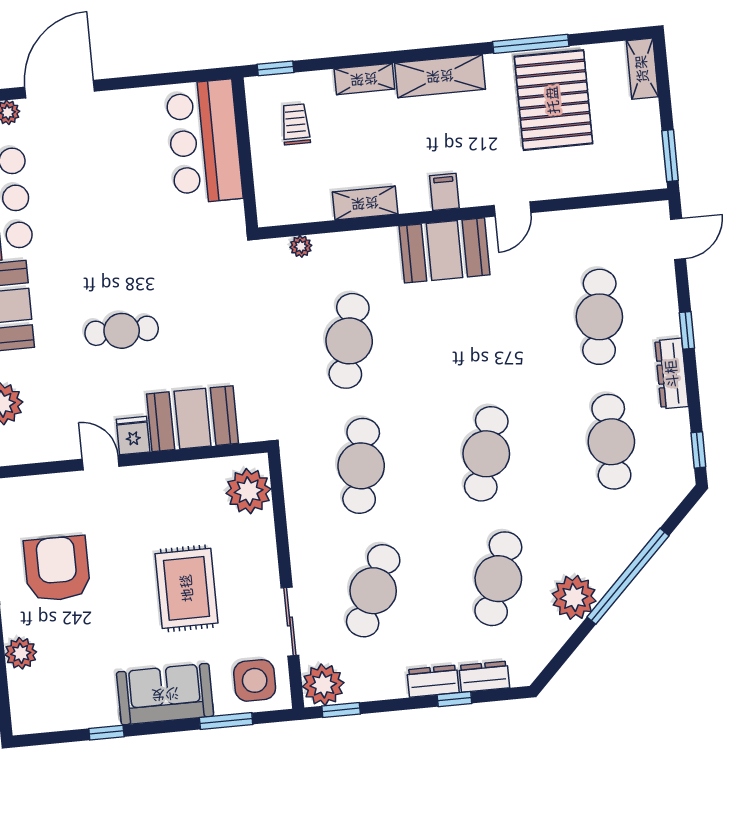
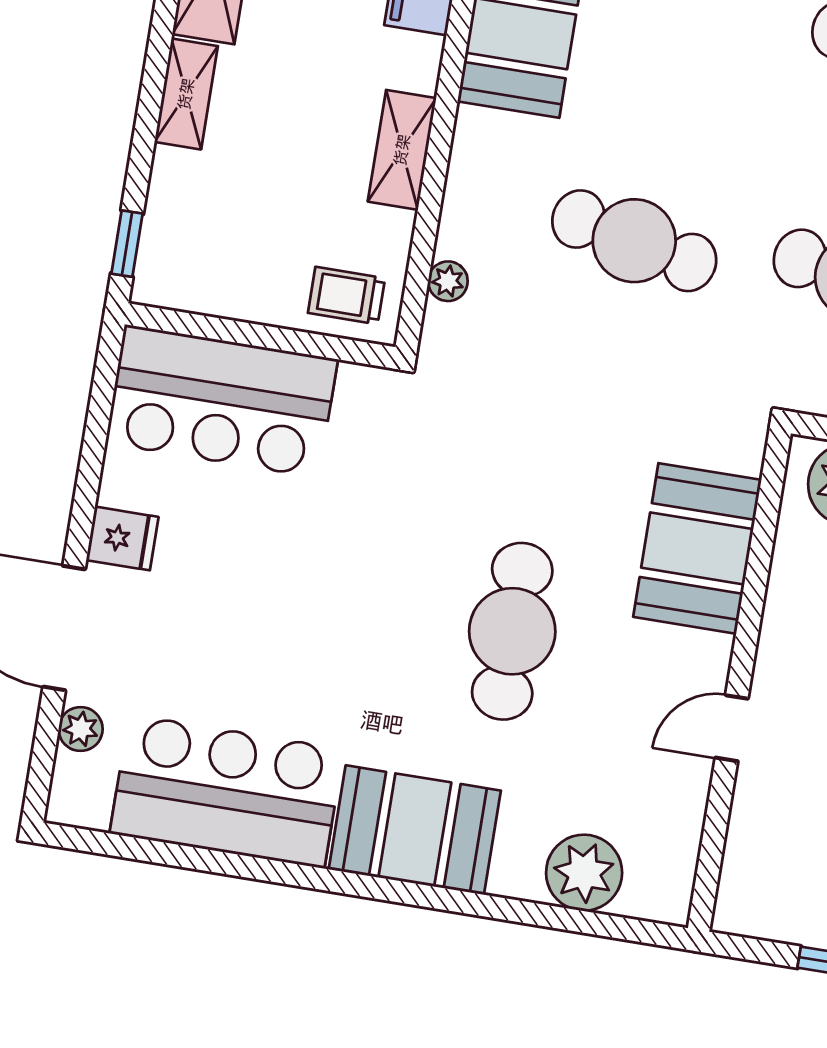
trolley: (296, 124) -> (346, 296), moved
cafe table: (122, 331) -> (512, 631), width x1.37, depth x1.35
fridge: (133, 436) -> (122, 538), moved, turned 180

